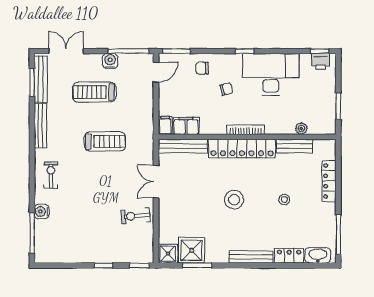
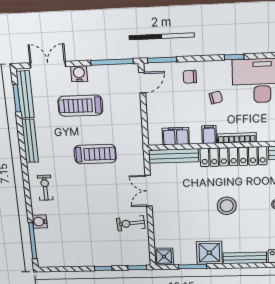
water cooler: (110, 61) -> (79, 74), moved
filing cabinet: (165, 125) -> (209, 135), moved
shower: (192, 250) -> (209, 253), moved

